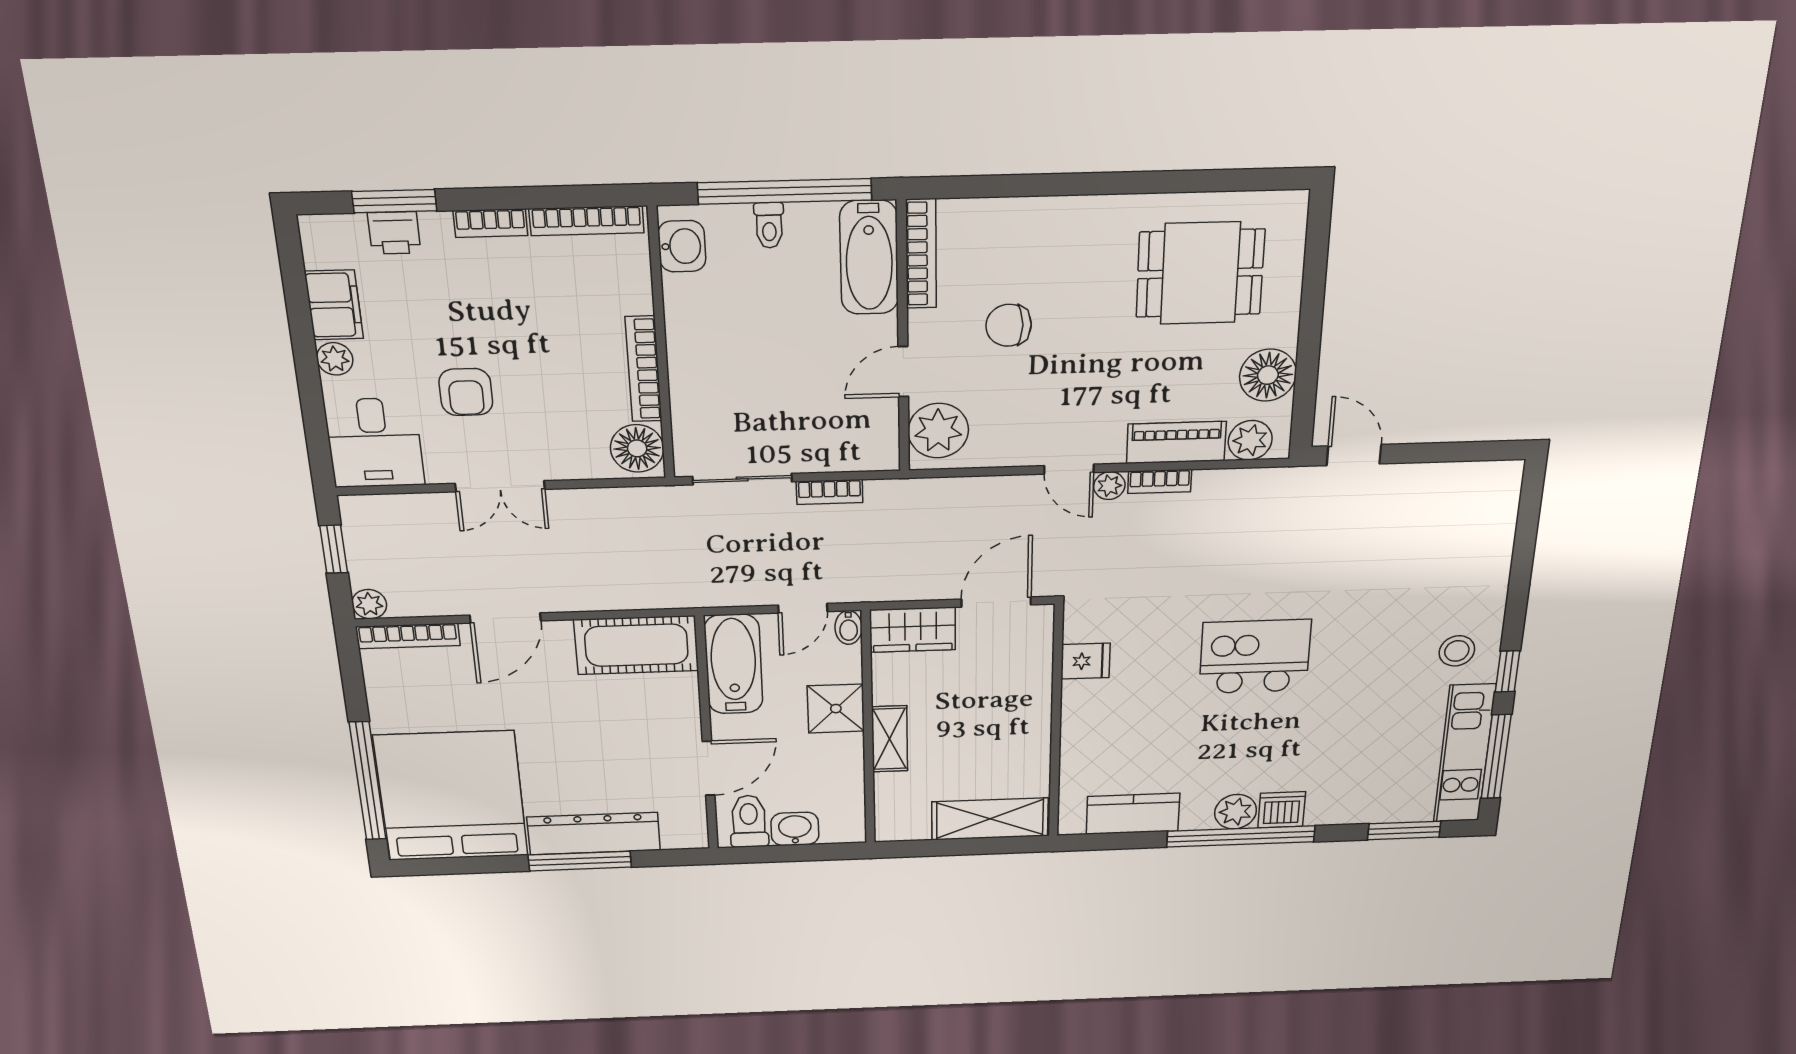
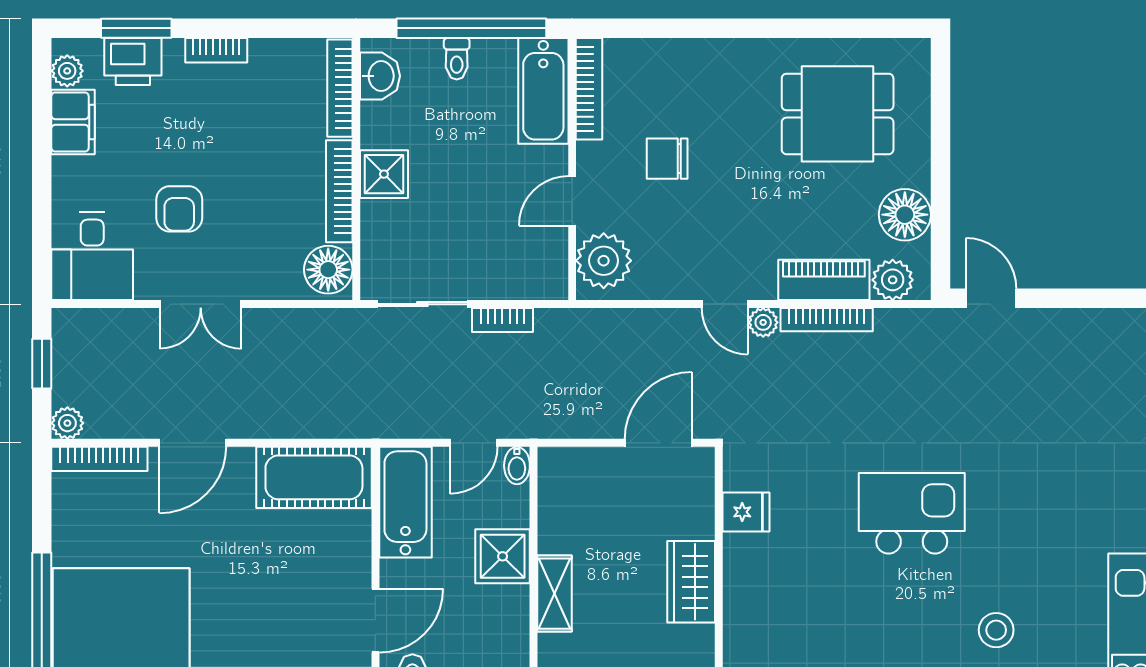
bookcase: (587, 221) -> (340, 88), moved, turned 90
printer: (394, 233) -> (133, 62), width x1.36, depth x1.24
shower: (693, 350) -> (384, 174), added
plant: (335, 359) -> (67, 71), moved
bookcase: (1160, 481) -> (827, 320), width x1.56
wardrobe: (913, 630) -> (691, 582), moved, turned 90
stool: (1457, 651) -> (996, 630), moved

